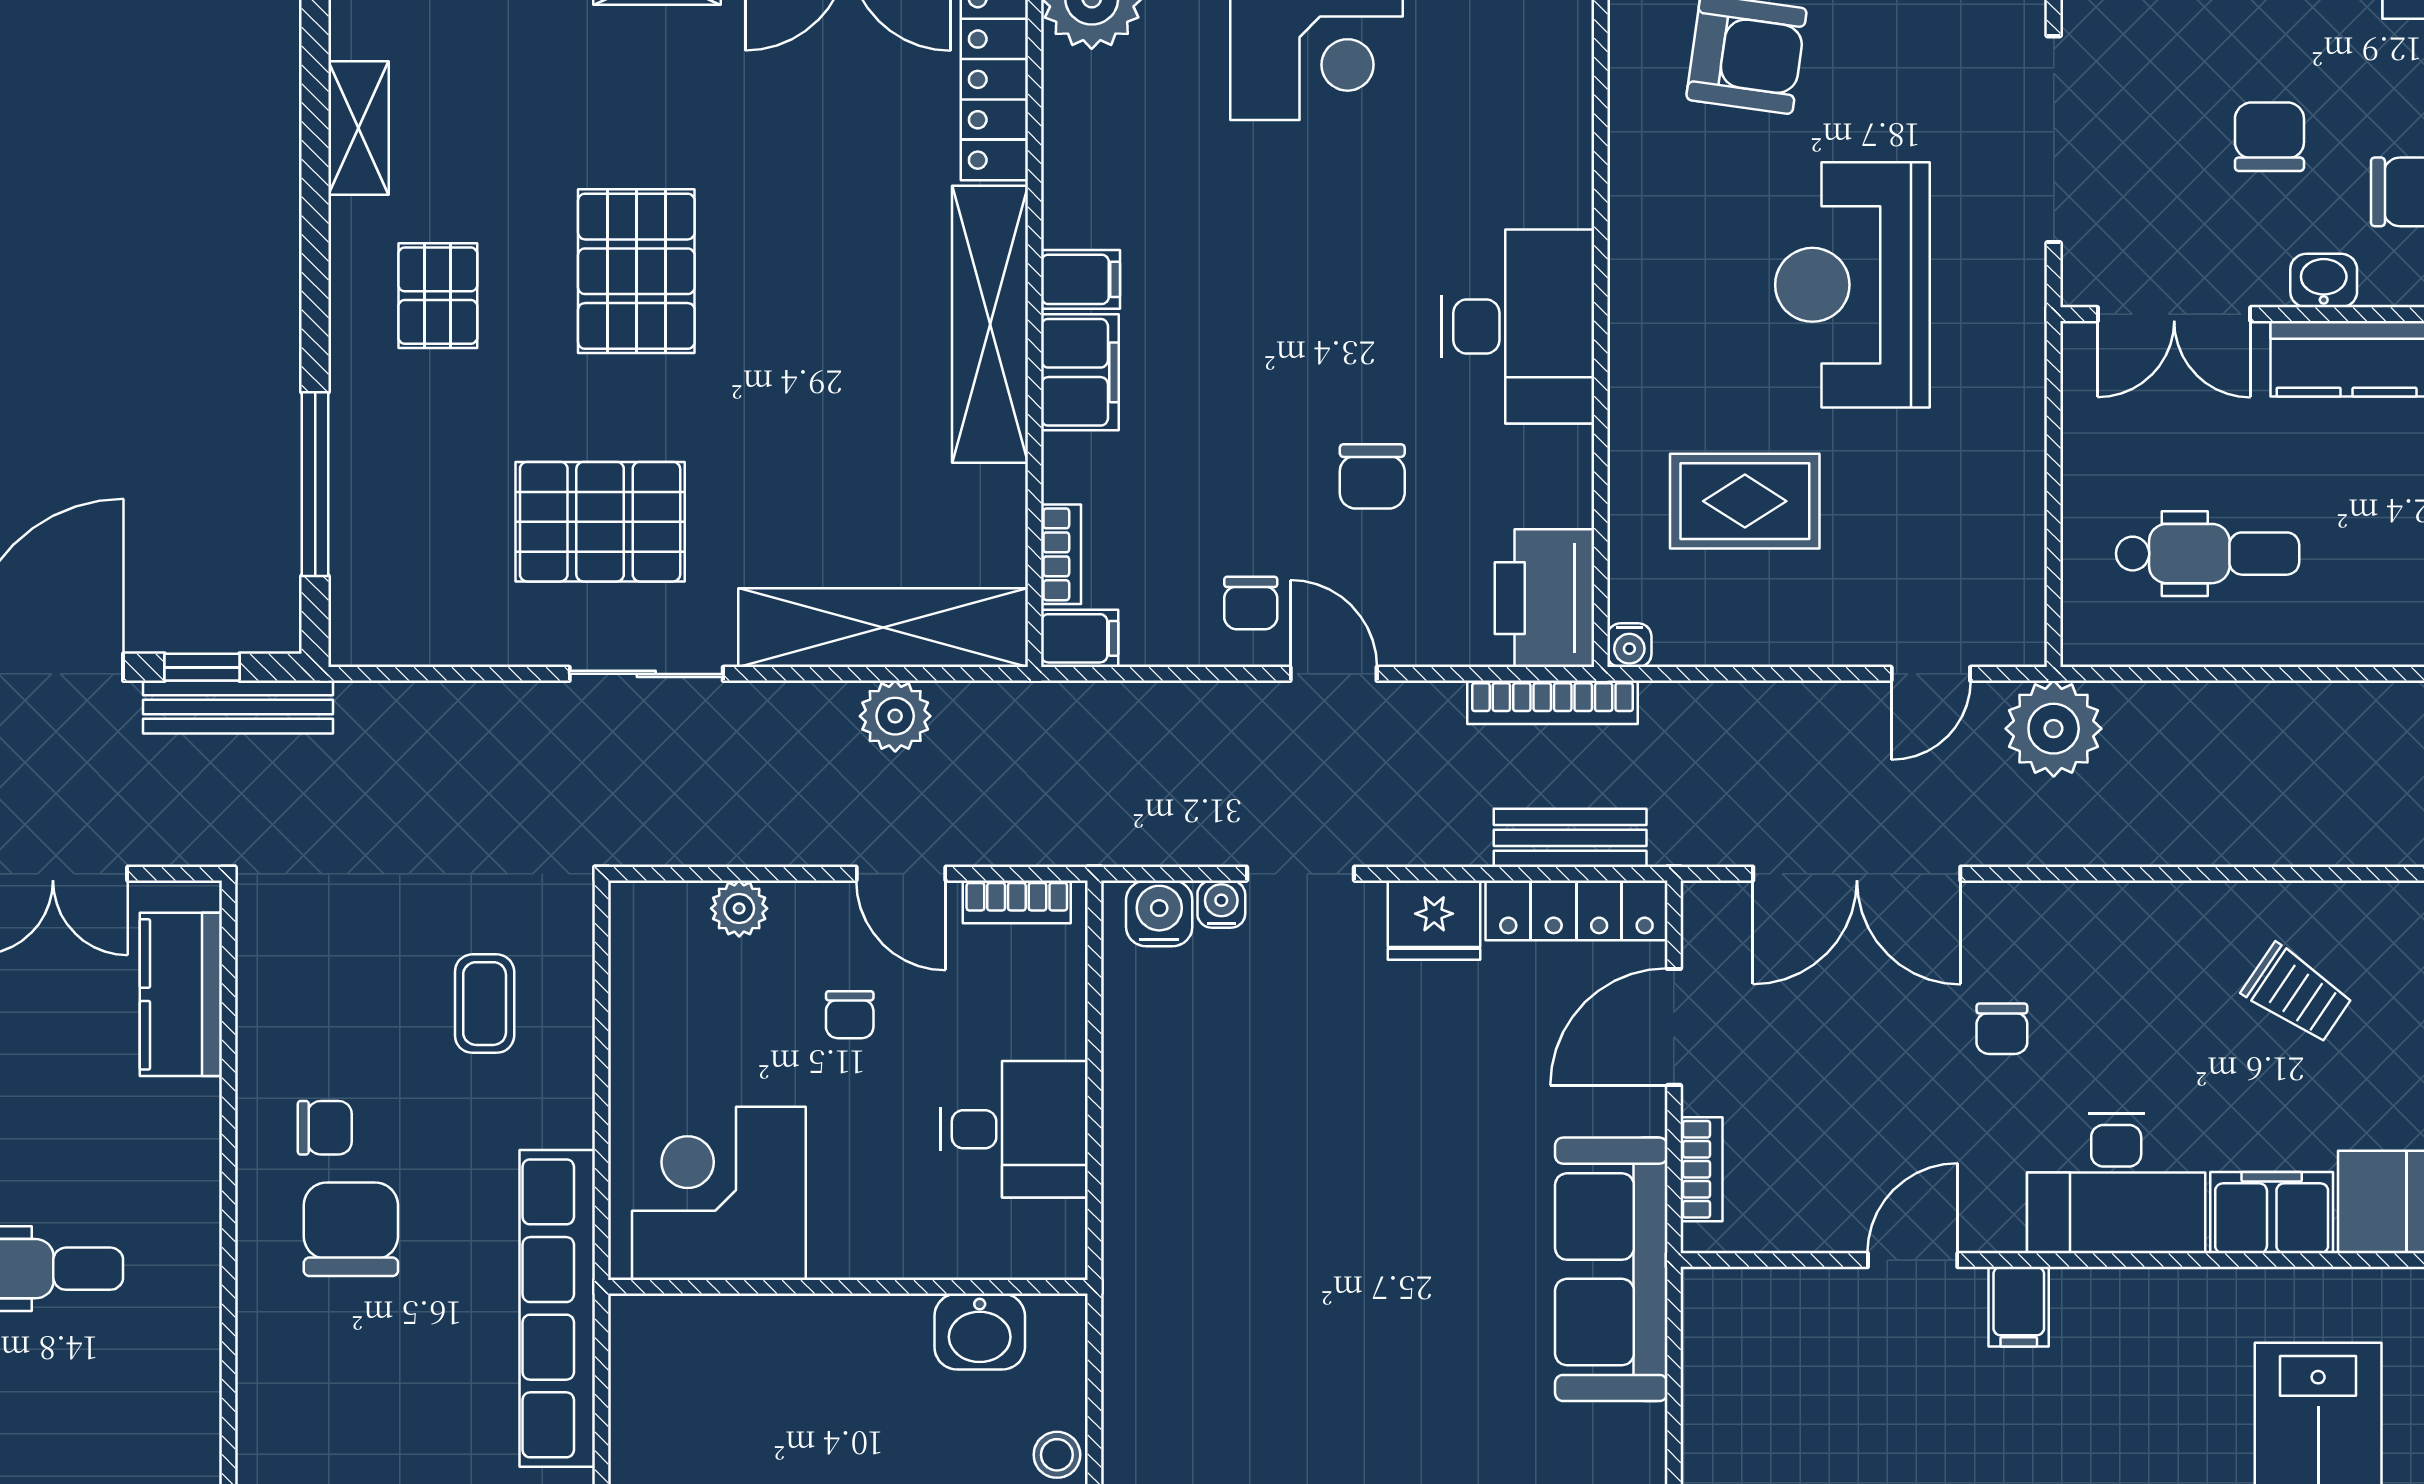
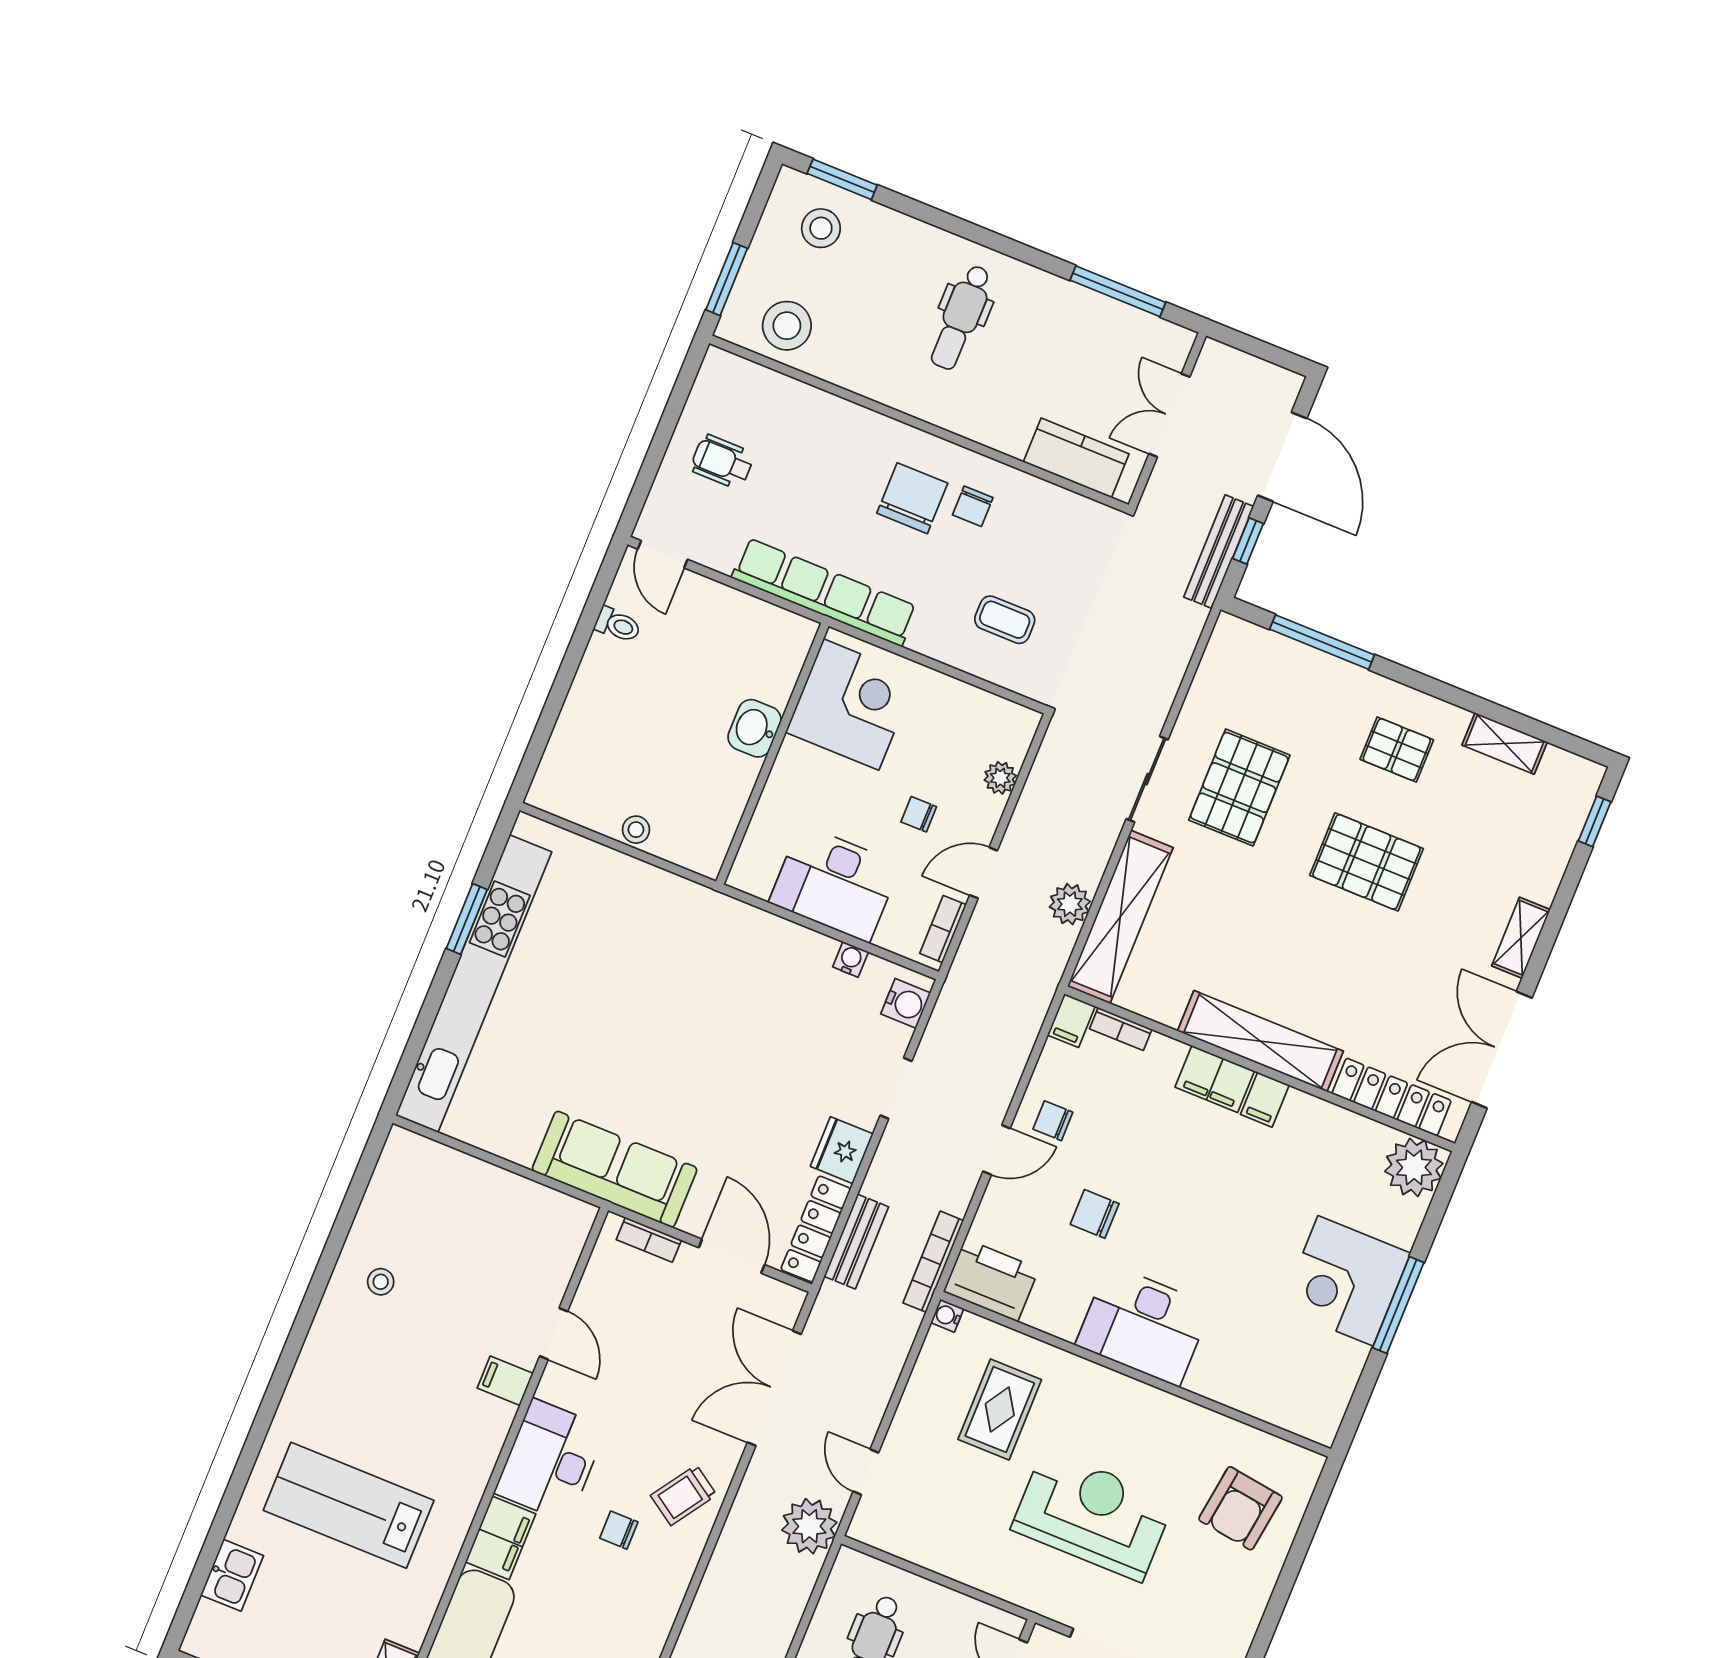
water cooler: (1221, 904) -> (851, 959), moved, turned -90
trolley: (2297, 994) -> (684, 1495), moved
chair: (2002, 1029) -> (619, 1530), moved
desk: (1014, 1129) -> (835, 883), width x1.37
chair: (351, 1229) -> (912, 498), turned -90
washbasin: (980, 1332) -> (755, 728), moved

